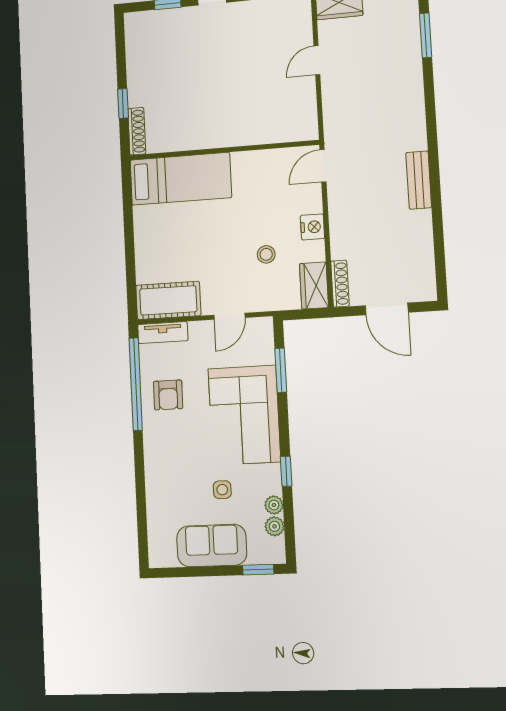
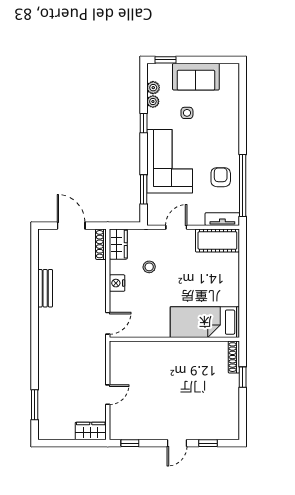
bench: (419, 180) -> (45, 288), moved

